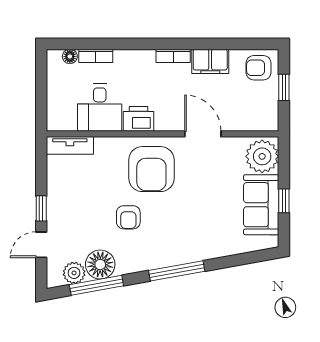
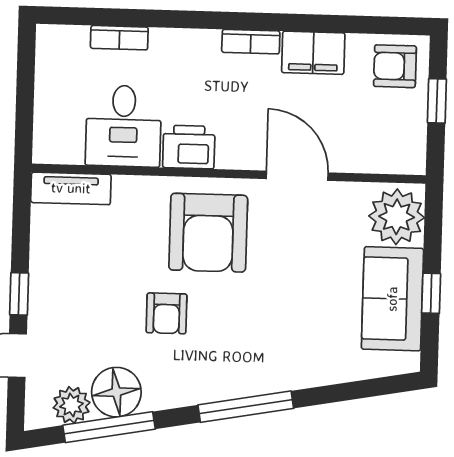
floor lamp: (70, 56) -> (75, 37), removed

